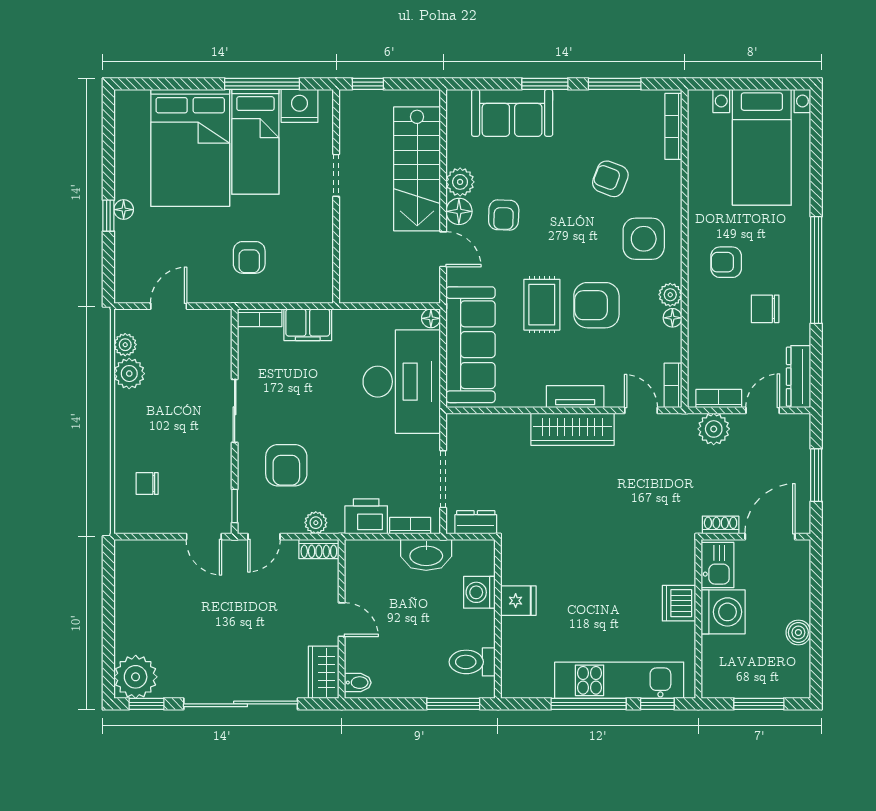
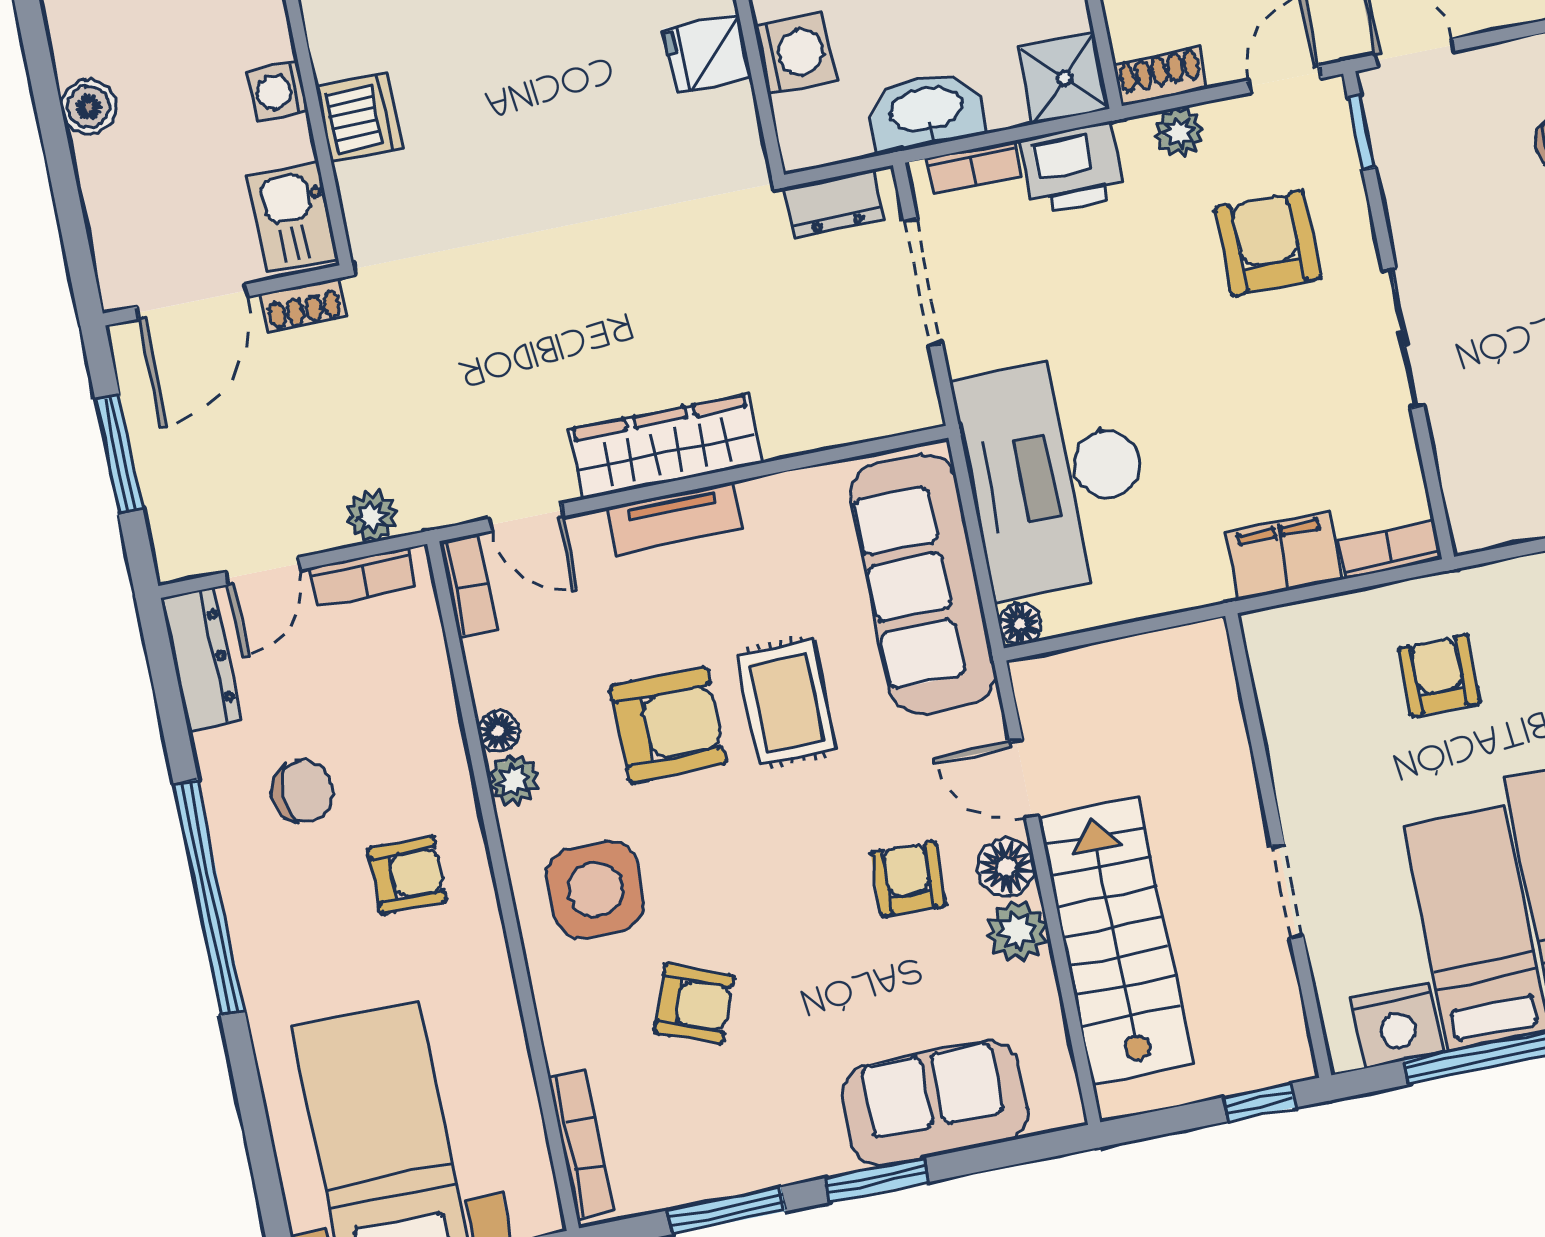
plant: (714, 429) -> (372, 517), width x0.73, depth x0.73
shower: (362, 557) -> (1064, 78), added
washing machine: (723, 612) -> (278, 91), width x0.53, depth x0.53

